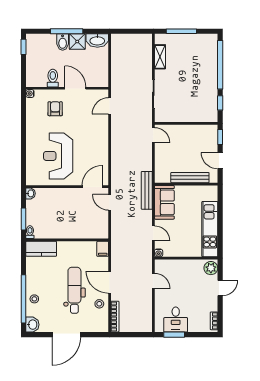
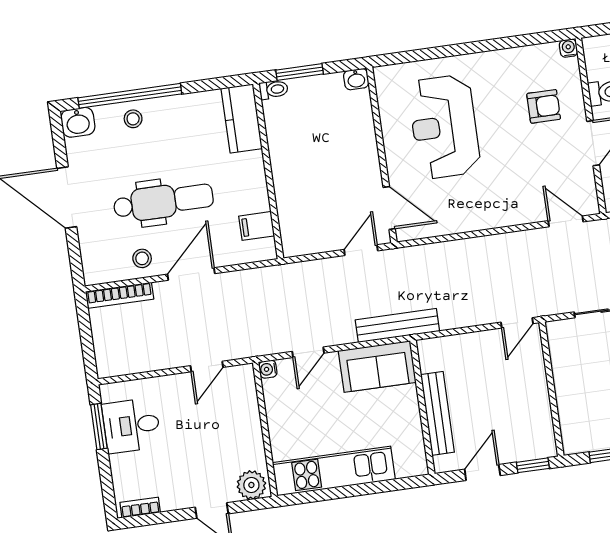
reception desk: (58, 156) -> (444, 127), turned -90
filing cabinet: (103, 249) -> (257, 226), moved

